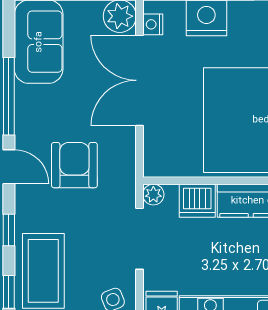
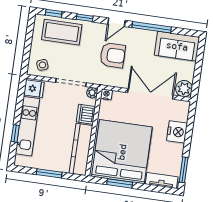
nightstand: (153, 24) -> (106, 94), moved

